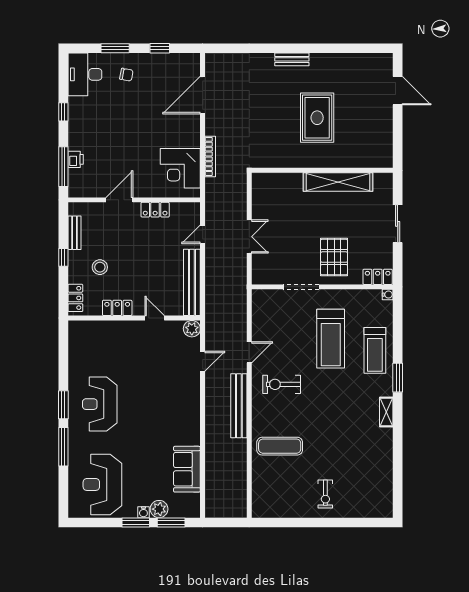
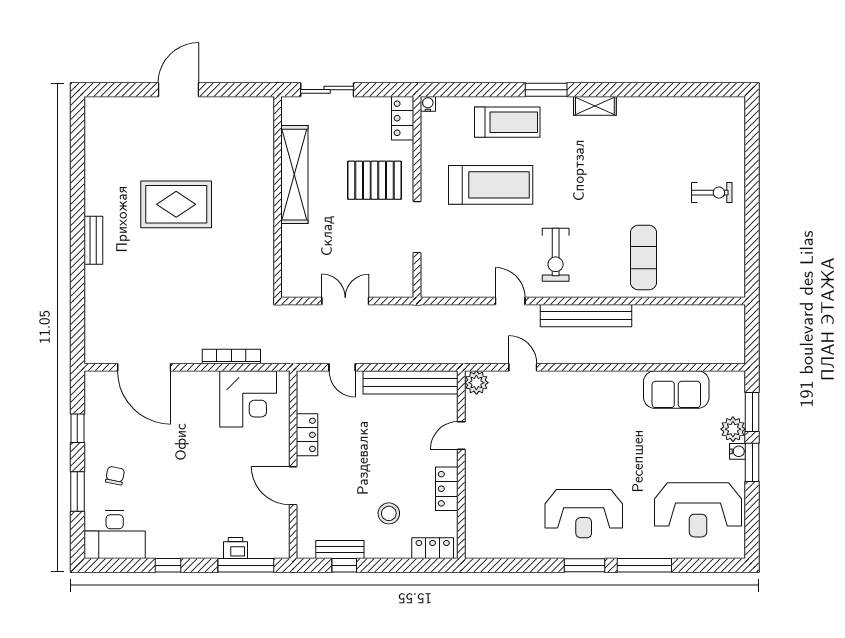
door: (398, 91) -> (179, 90), moved
wall: (322, 170) -> (278, 197), moved
shelving: (338, 182) -> (294, 175), moved
window: (63, 257) -> (344, 565), moved

